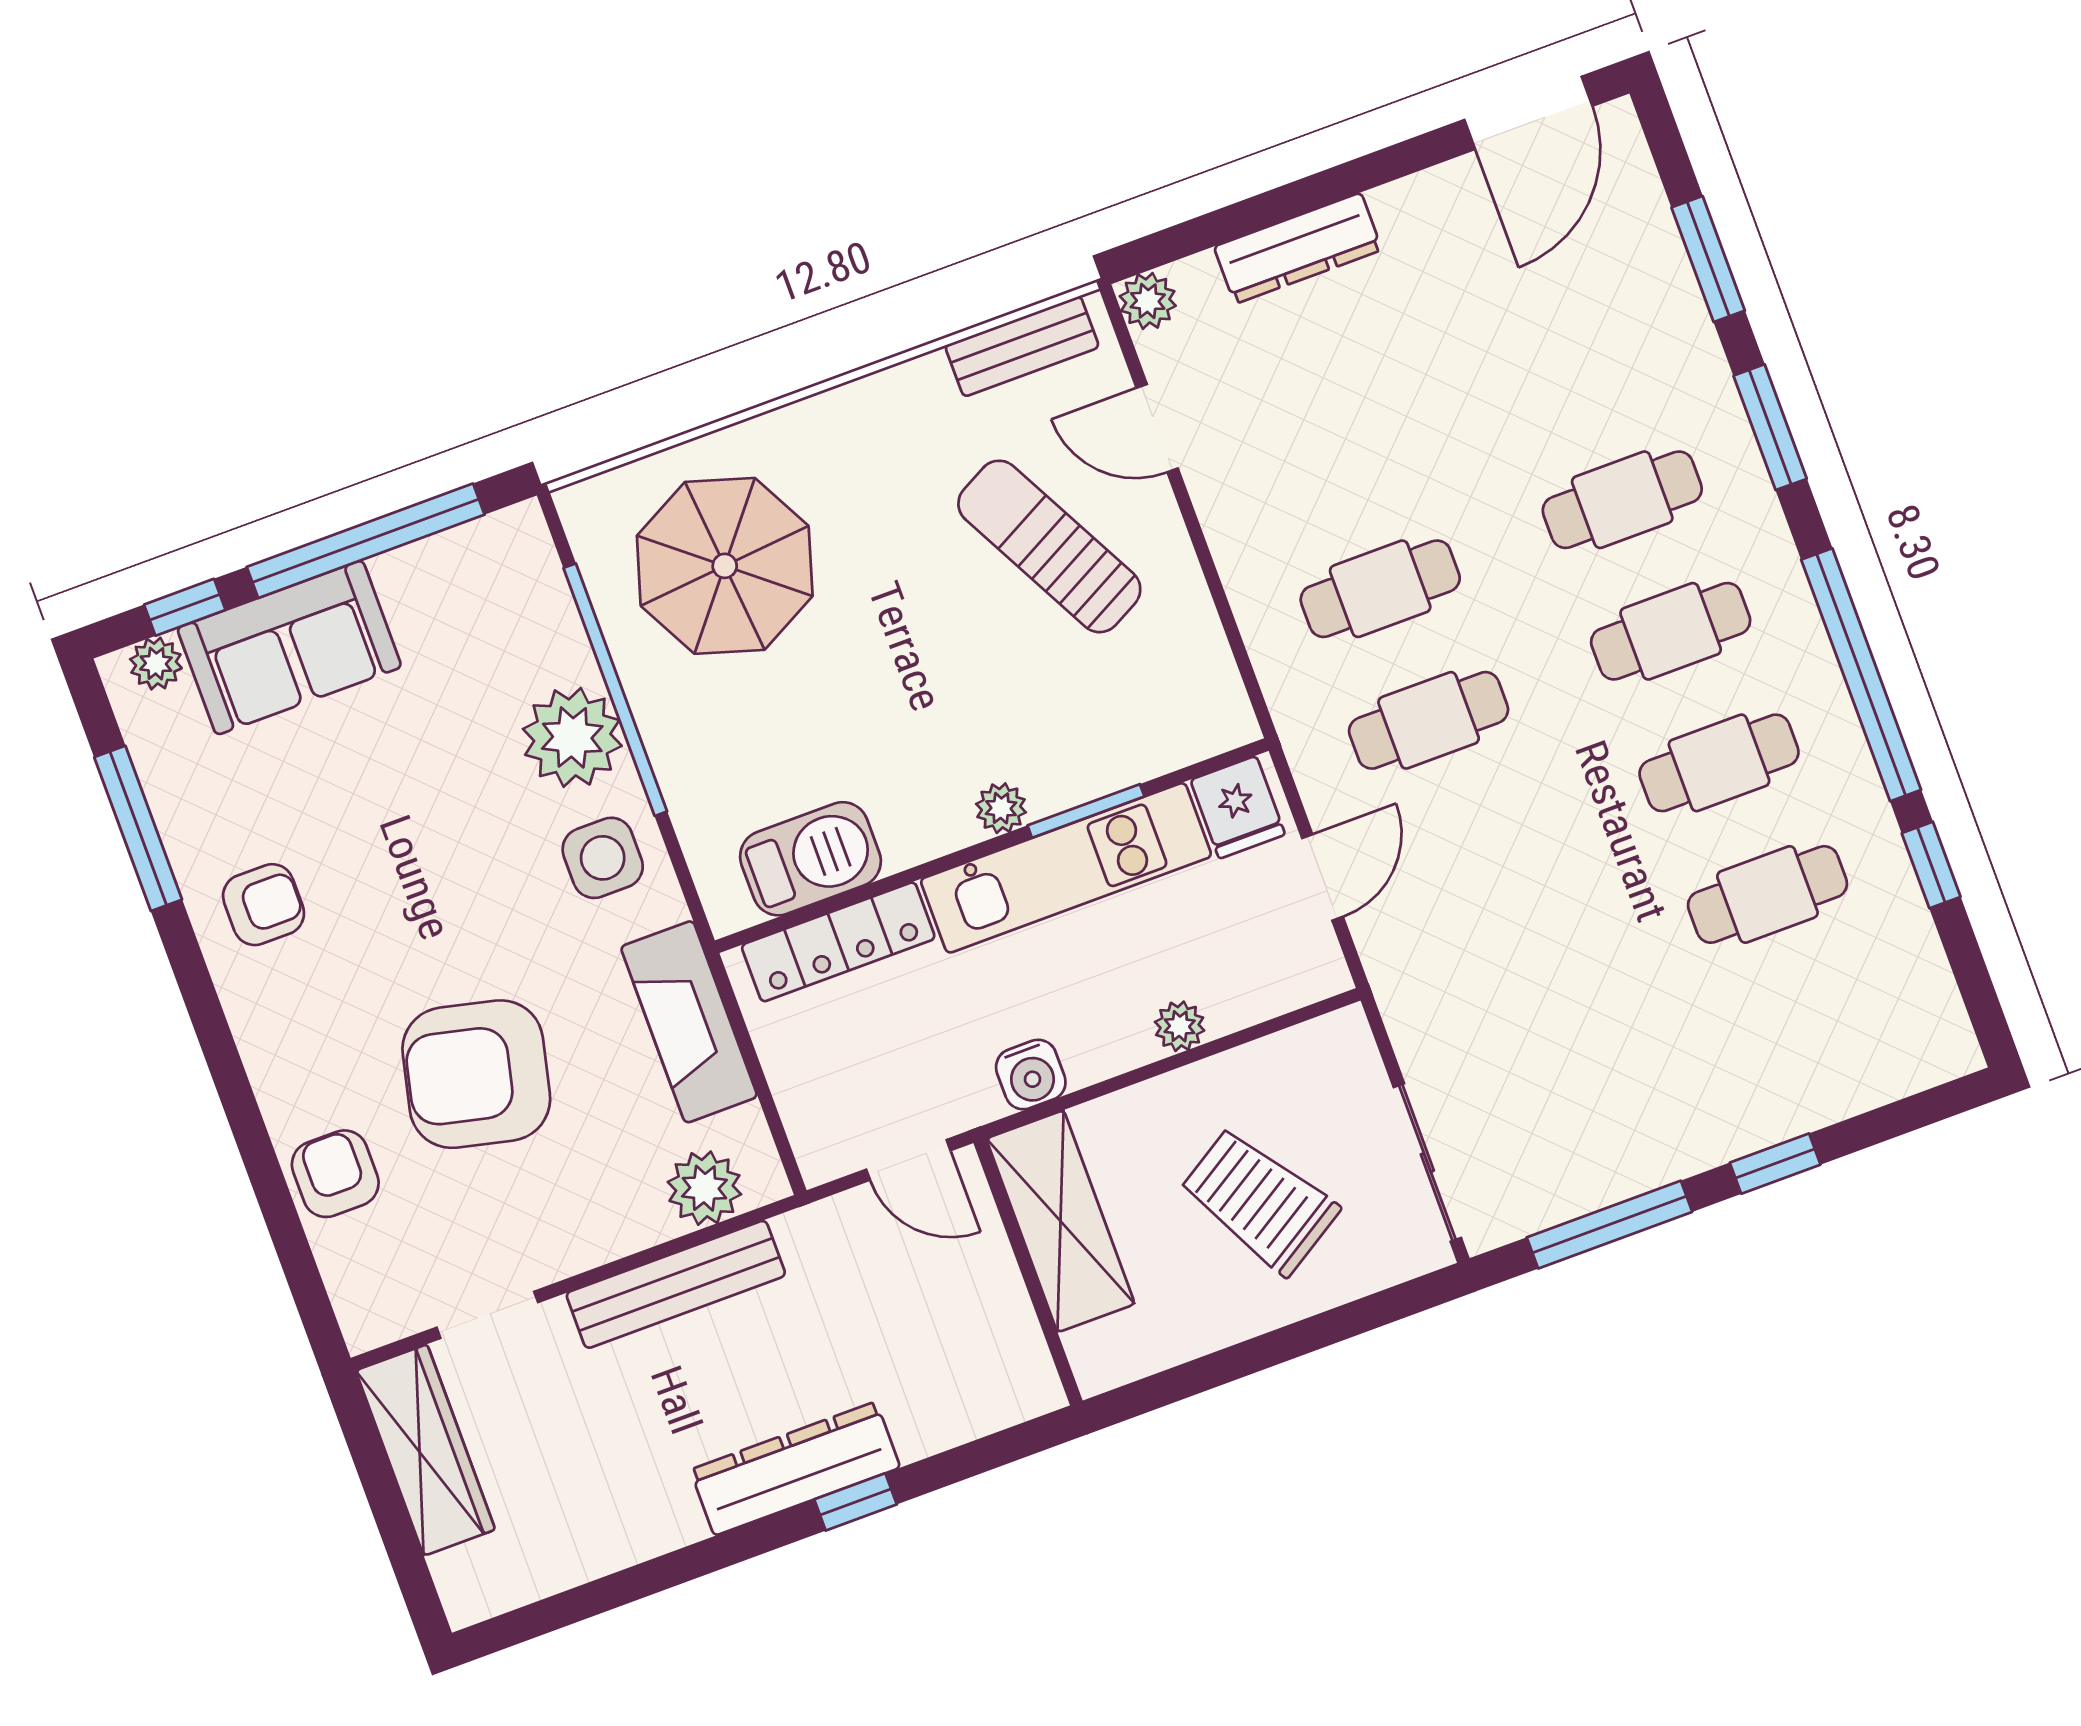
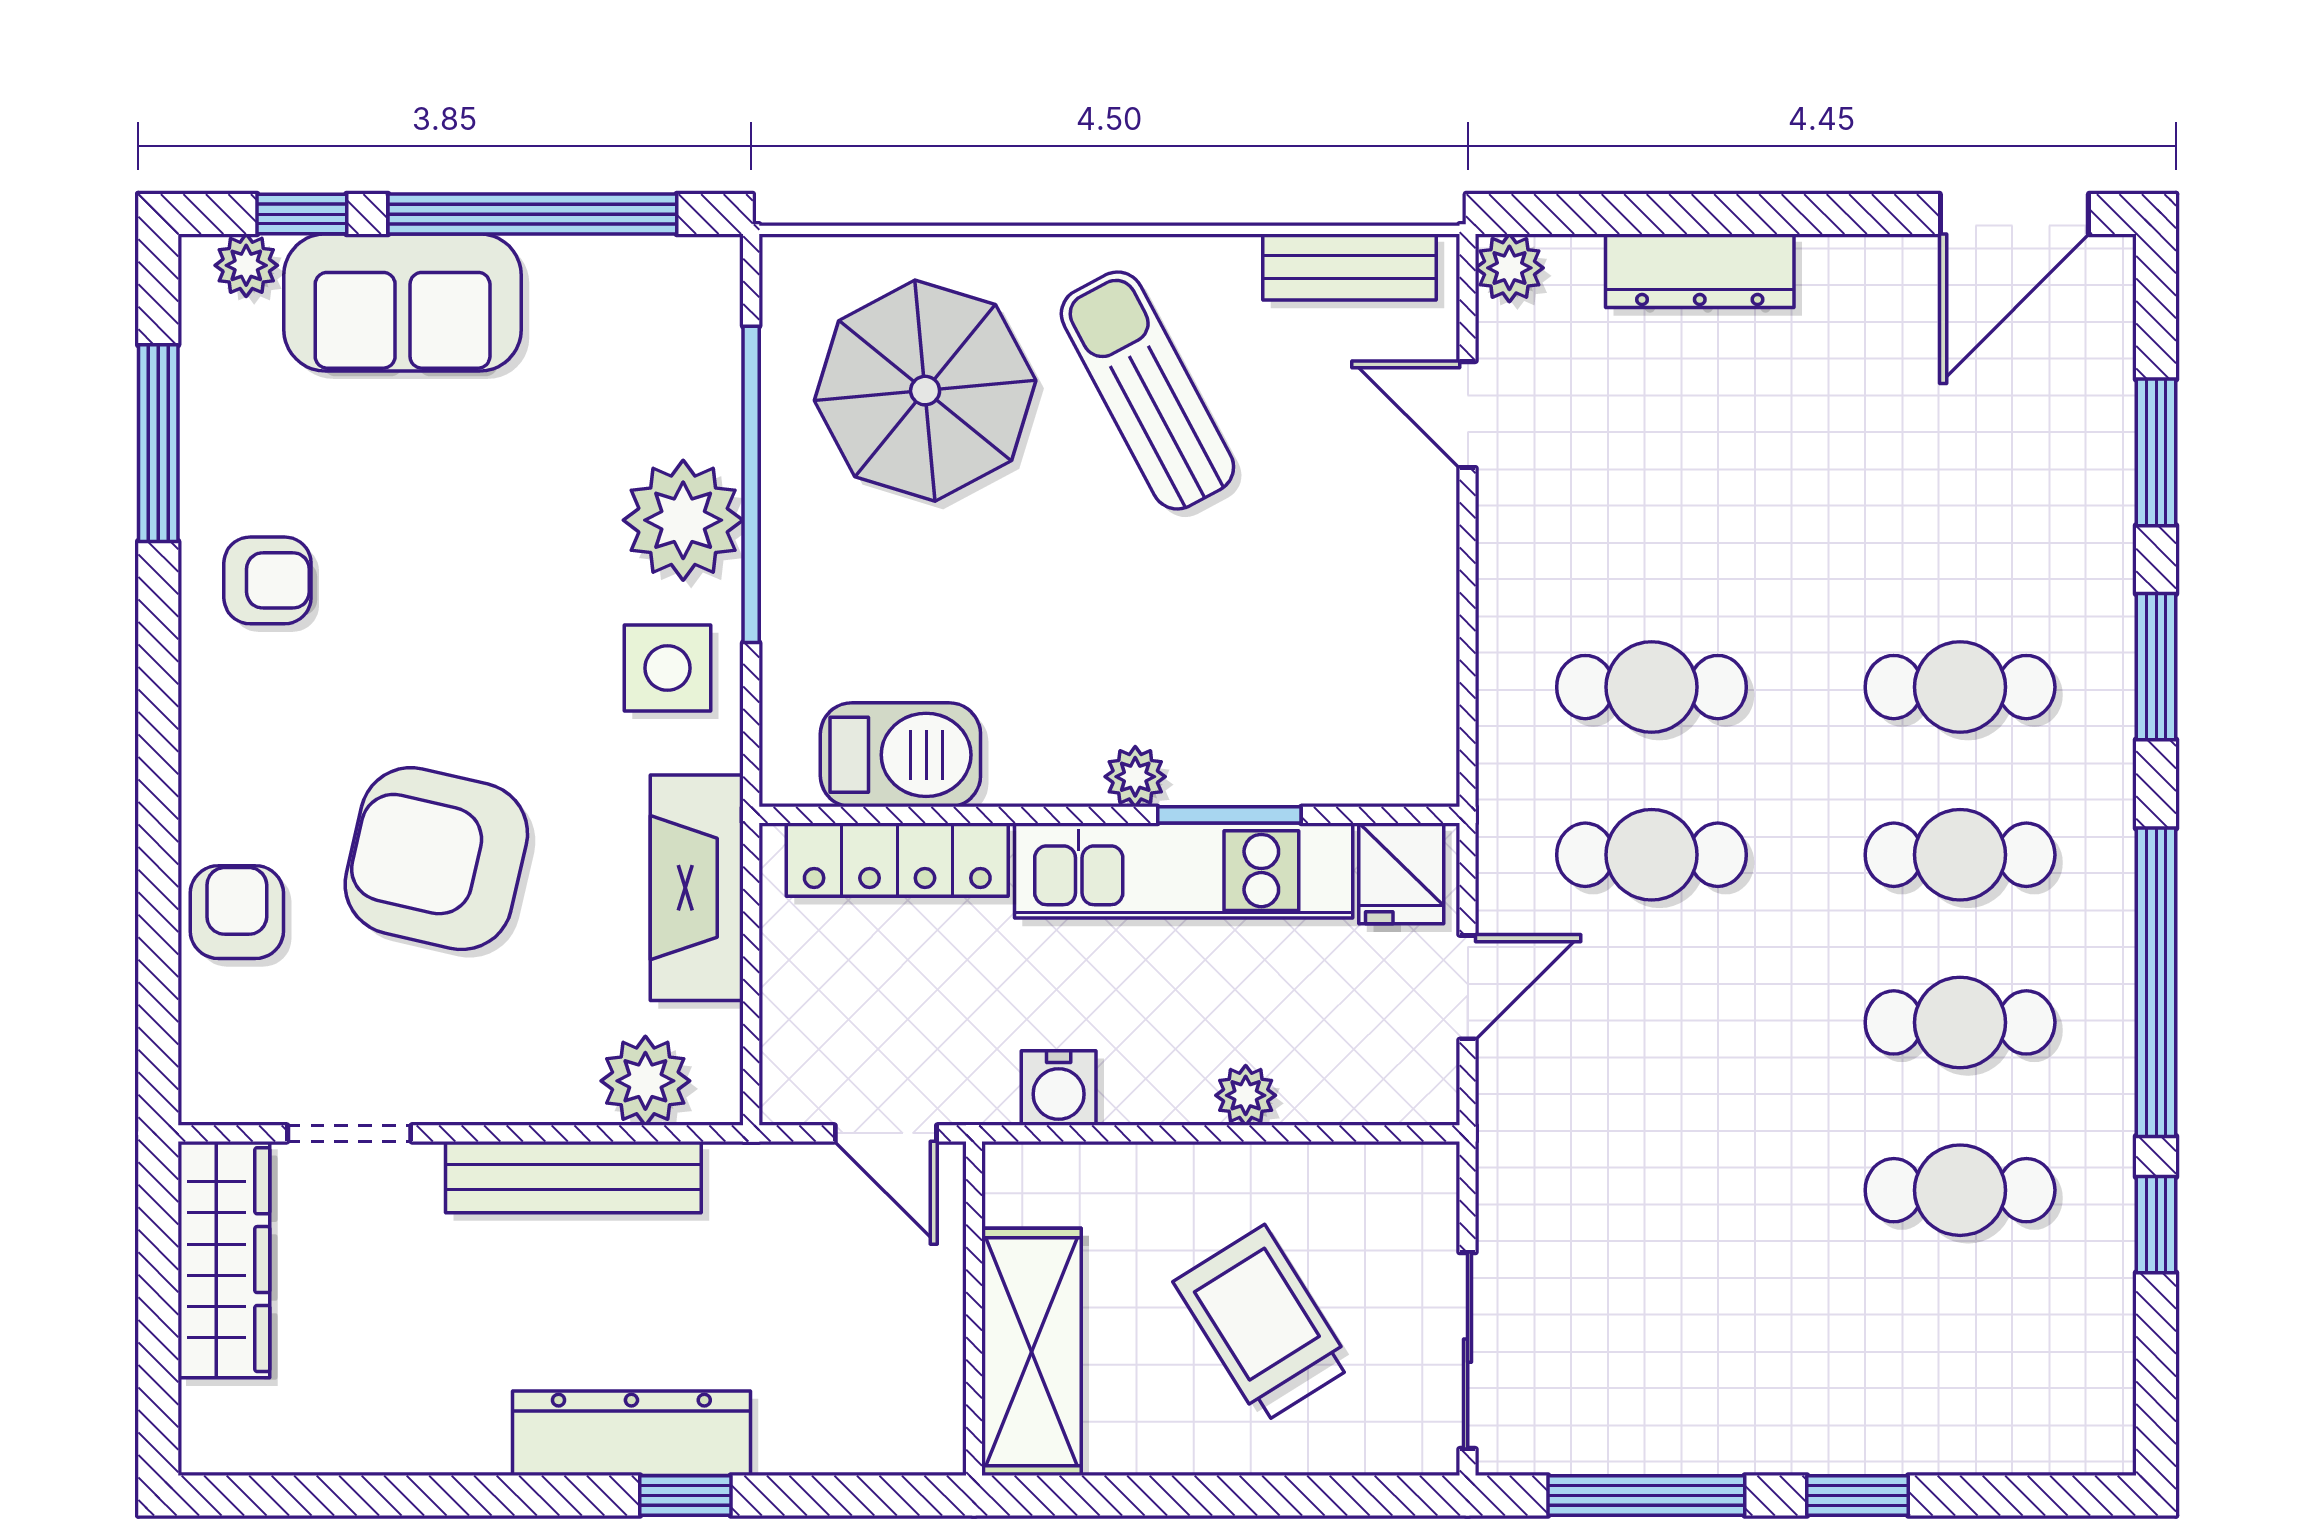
sun lounger: (1049, 546) -> (1147, 390), moved
shelving: (1061, 1221) -> (1031, 1352), moved

